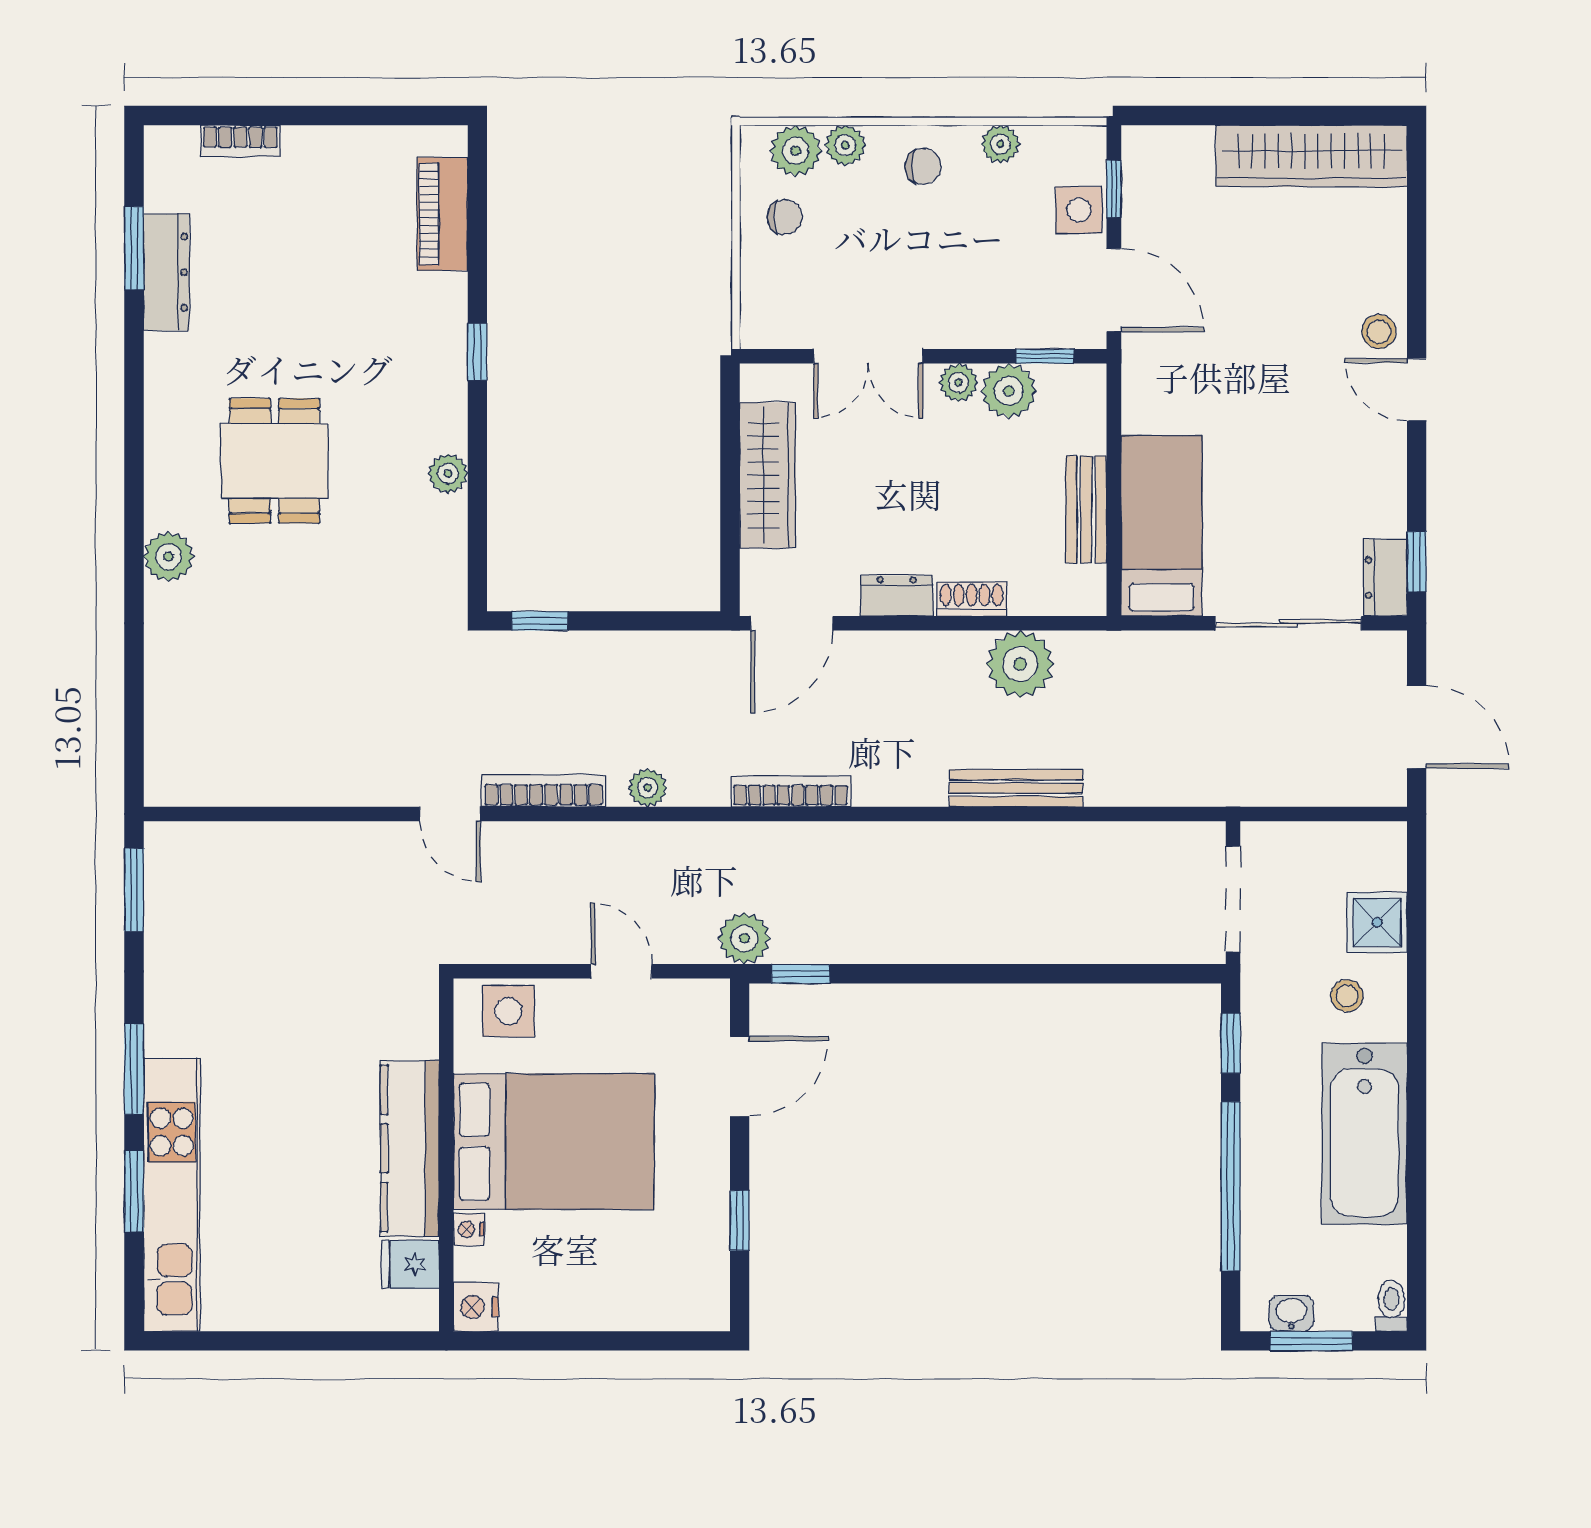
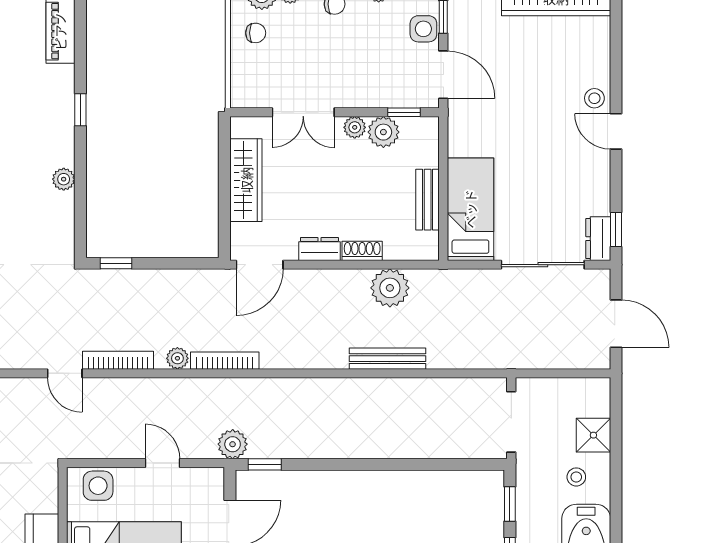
bookcase: (791, 792) -> (225, 361), moved

